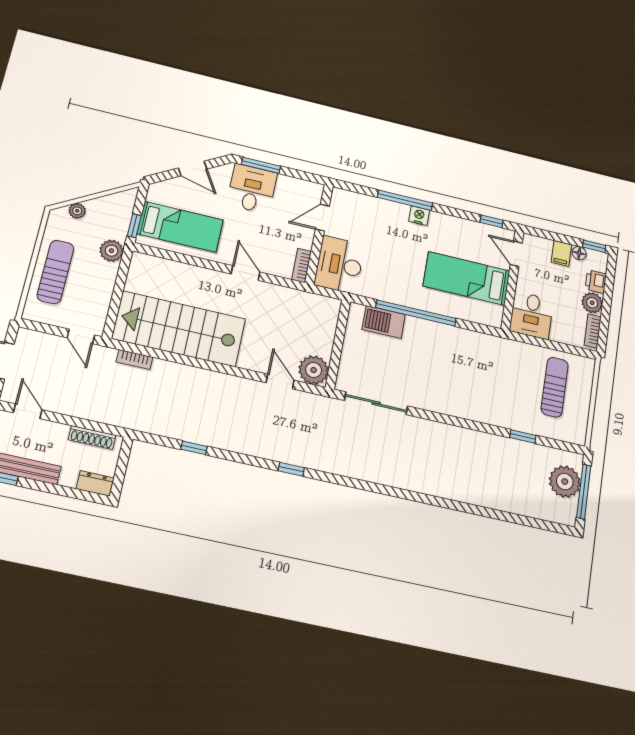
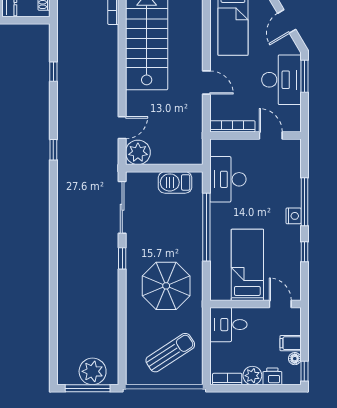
desk: (252, 189) -> (281, 80), width x1.37
window: (492, 221) -> (304, 252), moved
door: (516, 254) -> (280, 304), hinge flipped
desk: (339, 265) -> (228, 179), moved, turned -90
bookcase: (302, 266) -> (232, 126), width x1.56
door: (246, 273) -> (206, 82), hinge flipped
barbecue: (384, 322) -> (175, 182), moved, turned -90
parasol: (477, 374) -> (166, 286), added
sun lounger: (555, 387) -> (170, 353), turned -33
window: (523, 437) -> (122, 258), moved

